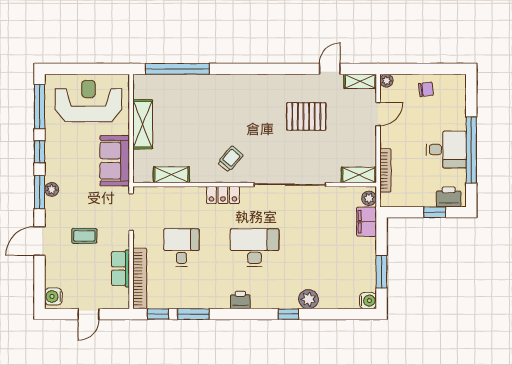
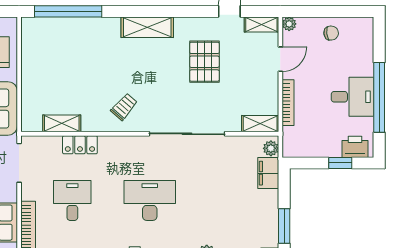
pallet: (306, 116) -> (204, 62), turned 90
shelving: (143, 124) -> (147, 27), moved, turned 90
bookcase: (385, 170) -> (288, 103), moved
locker: (223, 195) -> (80, 145), moved

